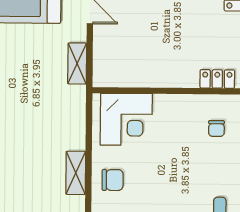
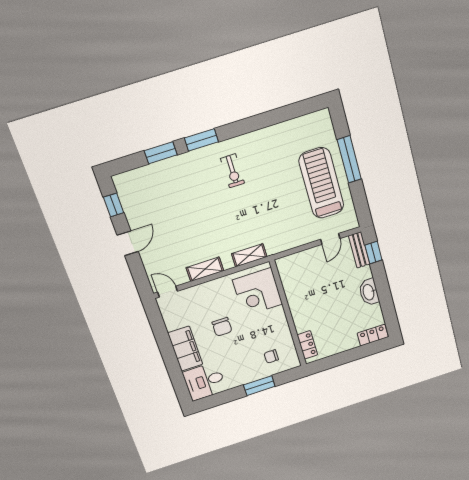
shelving: (77, 63) -> (249, 255), moved
chair: (113, 180) -> (222, 327), moved

